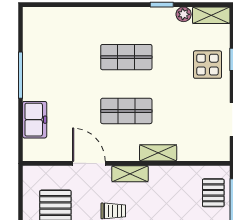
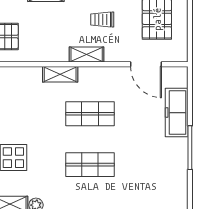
freezer: (35, 120) -> (177, 113), width x1.40
door: (89, 163) -> (146, 64), moved

